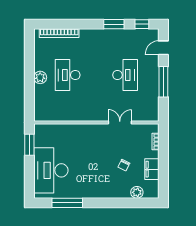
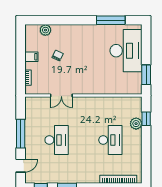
desk: (125, 75) -> (57, 140), turned 180
plant: (40, 77) -> (136, 124), moved
window: (29, 98) -> (146, 119), added
filing cabinet: (152, 169) -> (31, 57), width x0.50

